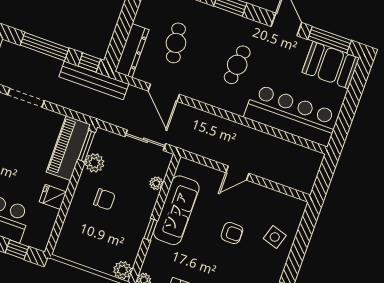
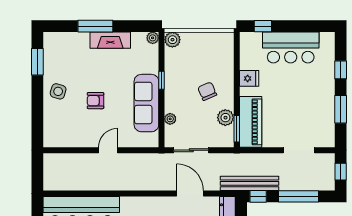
chair: (104, 199) -> (207, 91), turned 67
side table: (275, 237) -> (58, 91), moved

